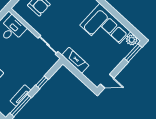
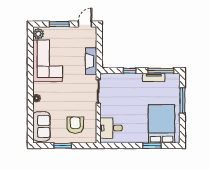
window: (133, 53) -> (59, 24), moved
door: (107, 81) -> (85, 24), hinge flipped

